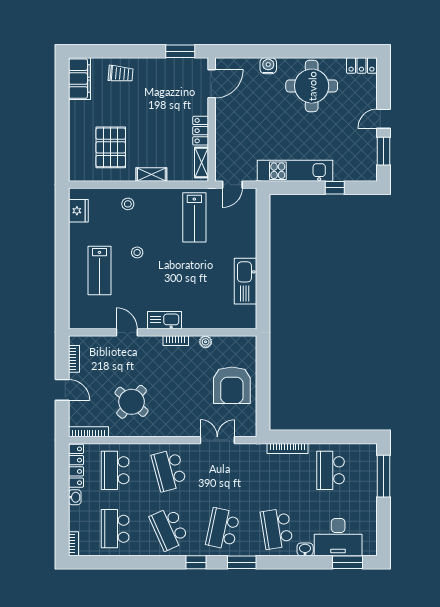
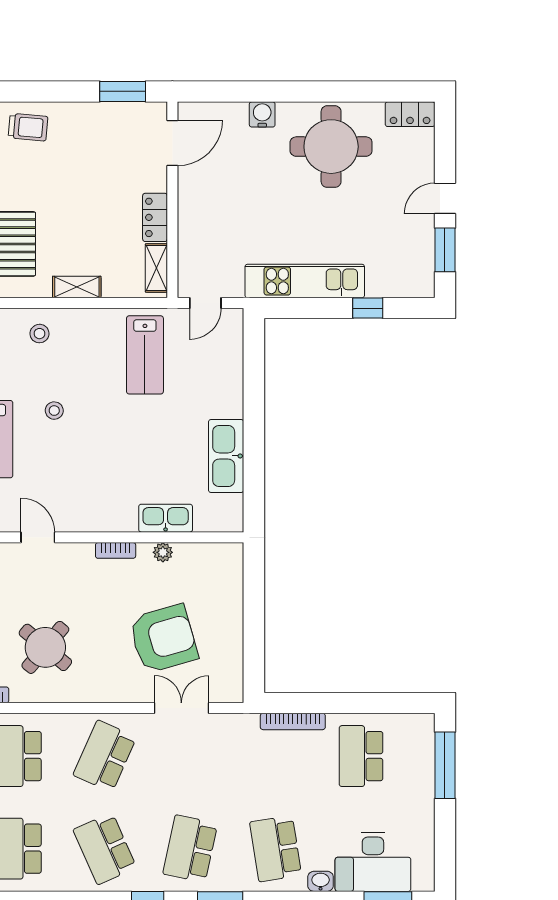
kitchen sink: (164, 320) -> (166, 518), moved
armchair: (232, 385) -> (163, 639), moved, turned -106
school desk: (169, 470) -> (105, 756), turned 39

